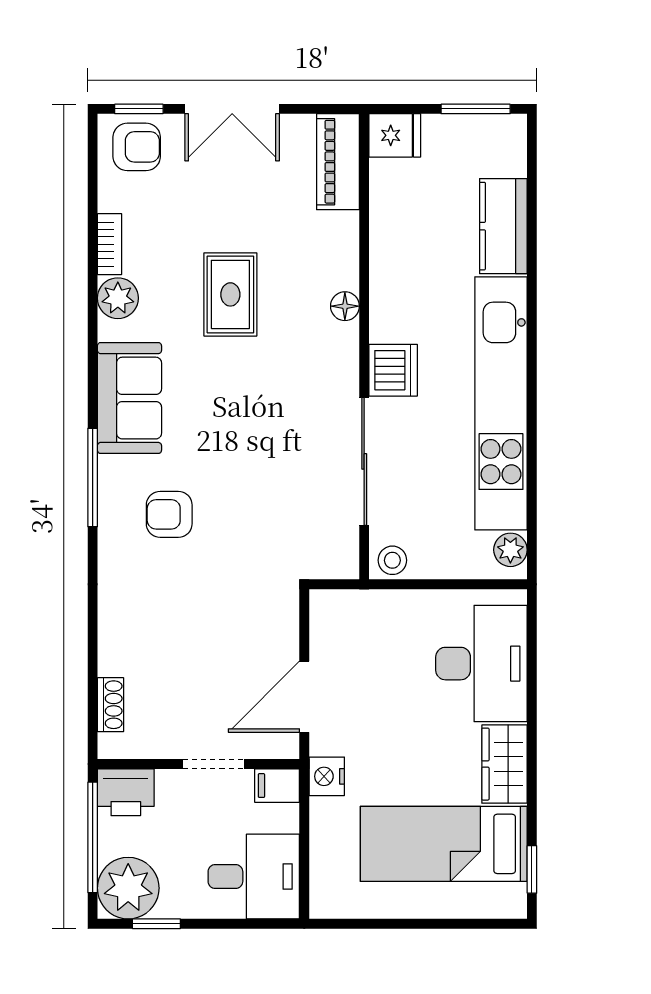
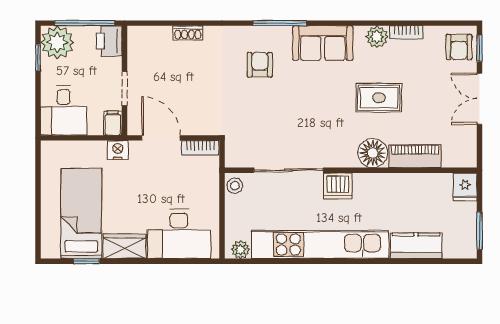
piano: (338, 162) -> (415, 156), moved
floor lamp: (345, 306) -> (373, 153), width x1.89, depth x1.89
bookcase: (323, 624) -> (200, 148), added
shoe rack: (110, 705) -> (188, 33), moved
window: (532, 869) -> (86, 261), moved

